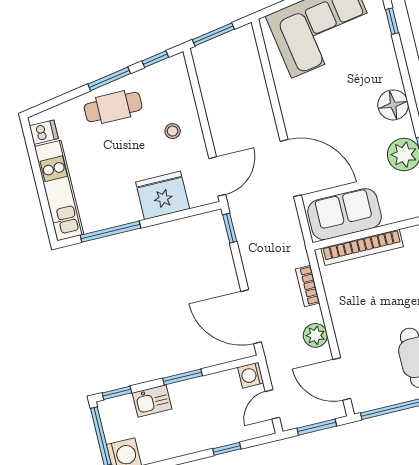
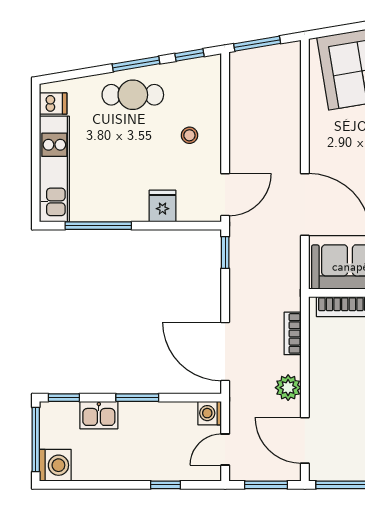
fridge: (163, 195) -> (162, 206), width x0.53, depth x0.75

